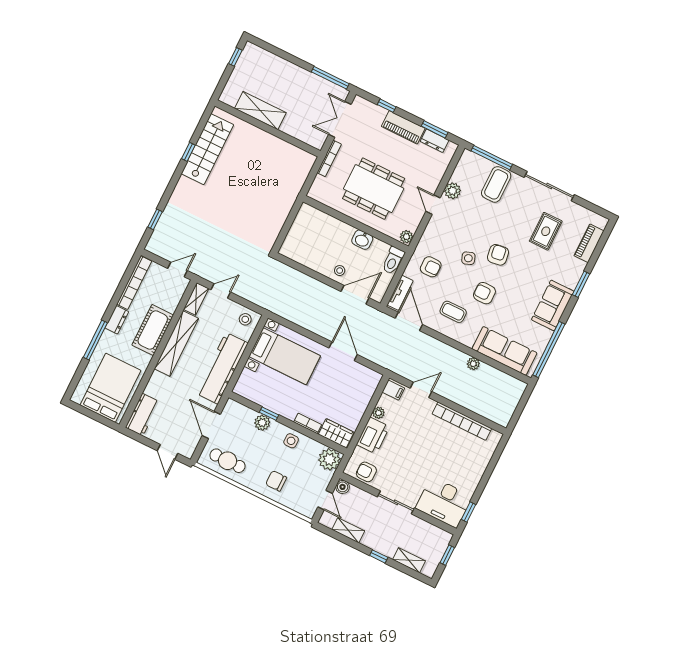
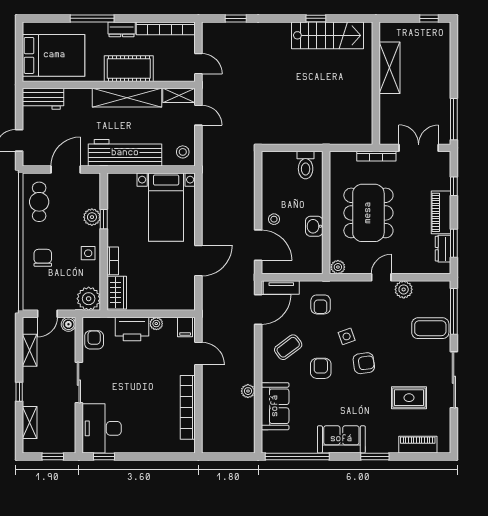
toilet: (393, 260) -> (306, 165), moved, turned -90
coffee table: (453, 312) -> (288, 347), turned 53
sofa: (504, 351) -> (275, 406), width x0.73

